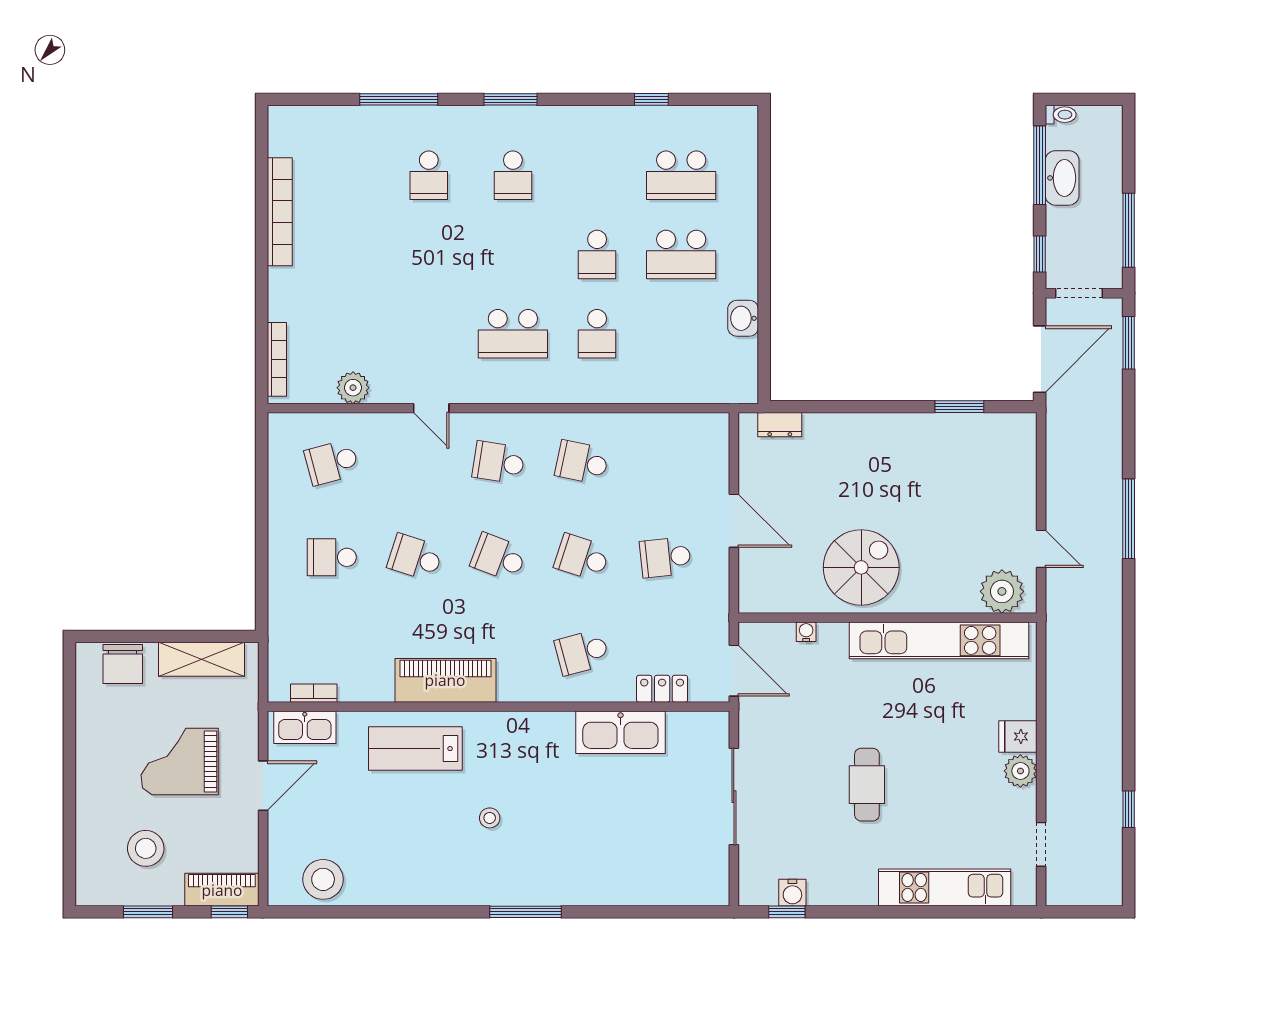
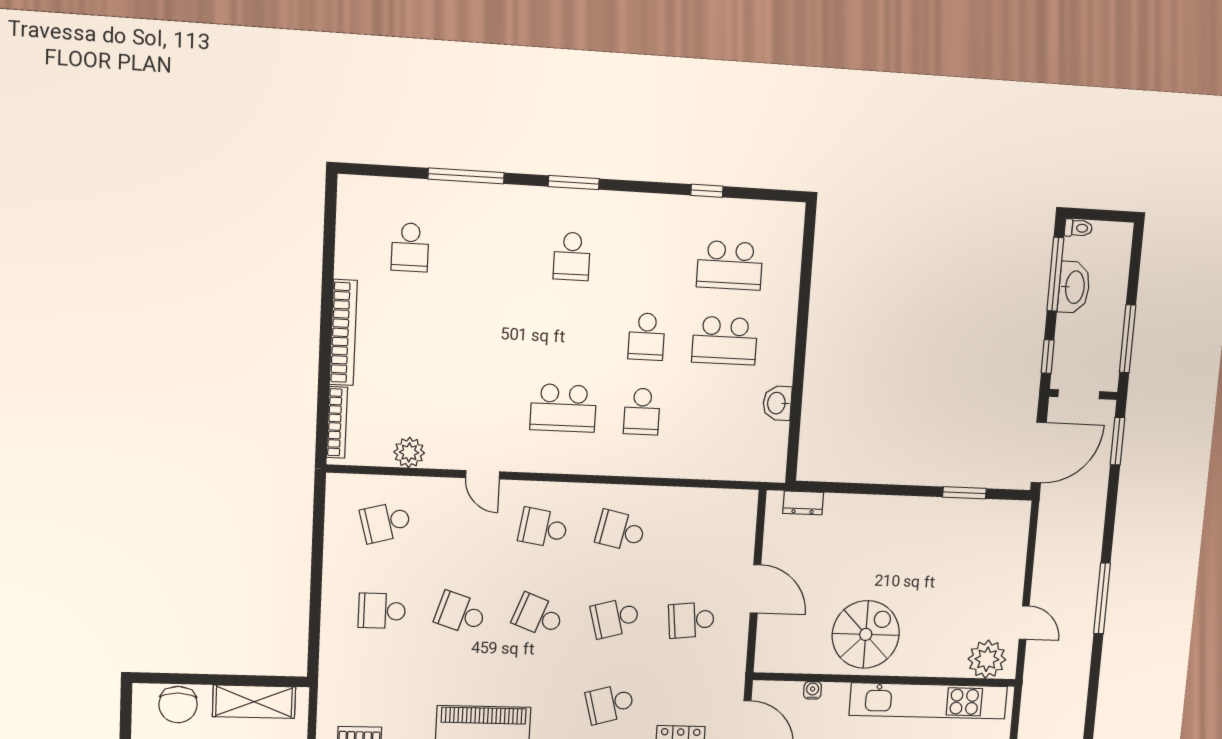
school desk: (429, 175) -> (410, 247), moved
bookcase: (280, 212) -> (343, 332), moved
school desk: (582, 557) -> (615, 618), turned -33

